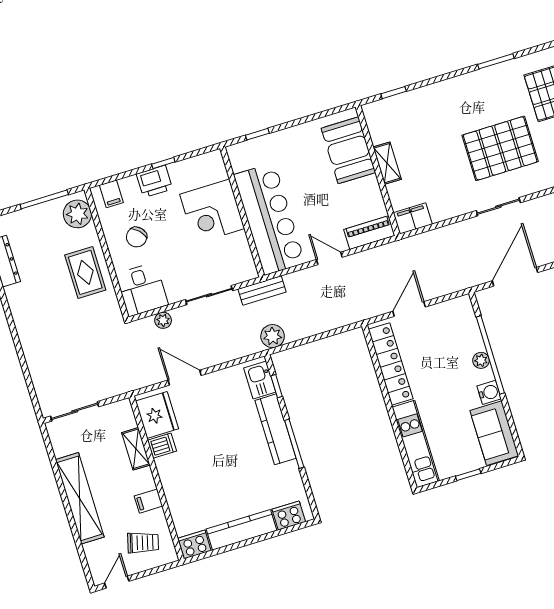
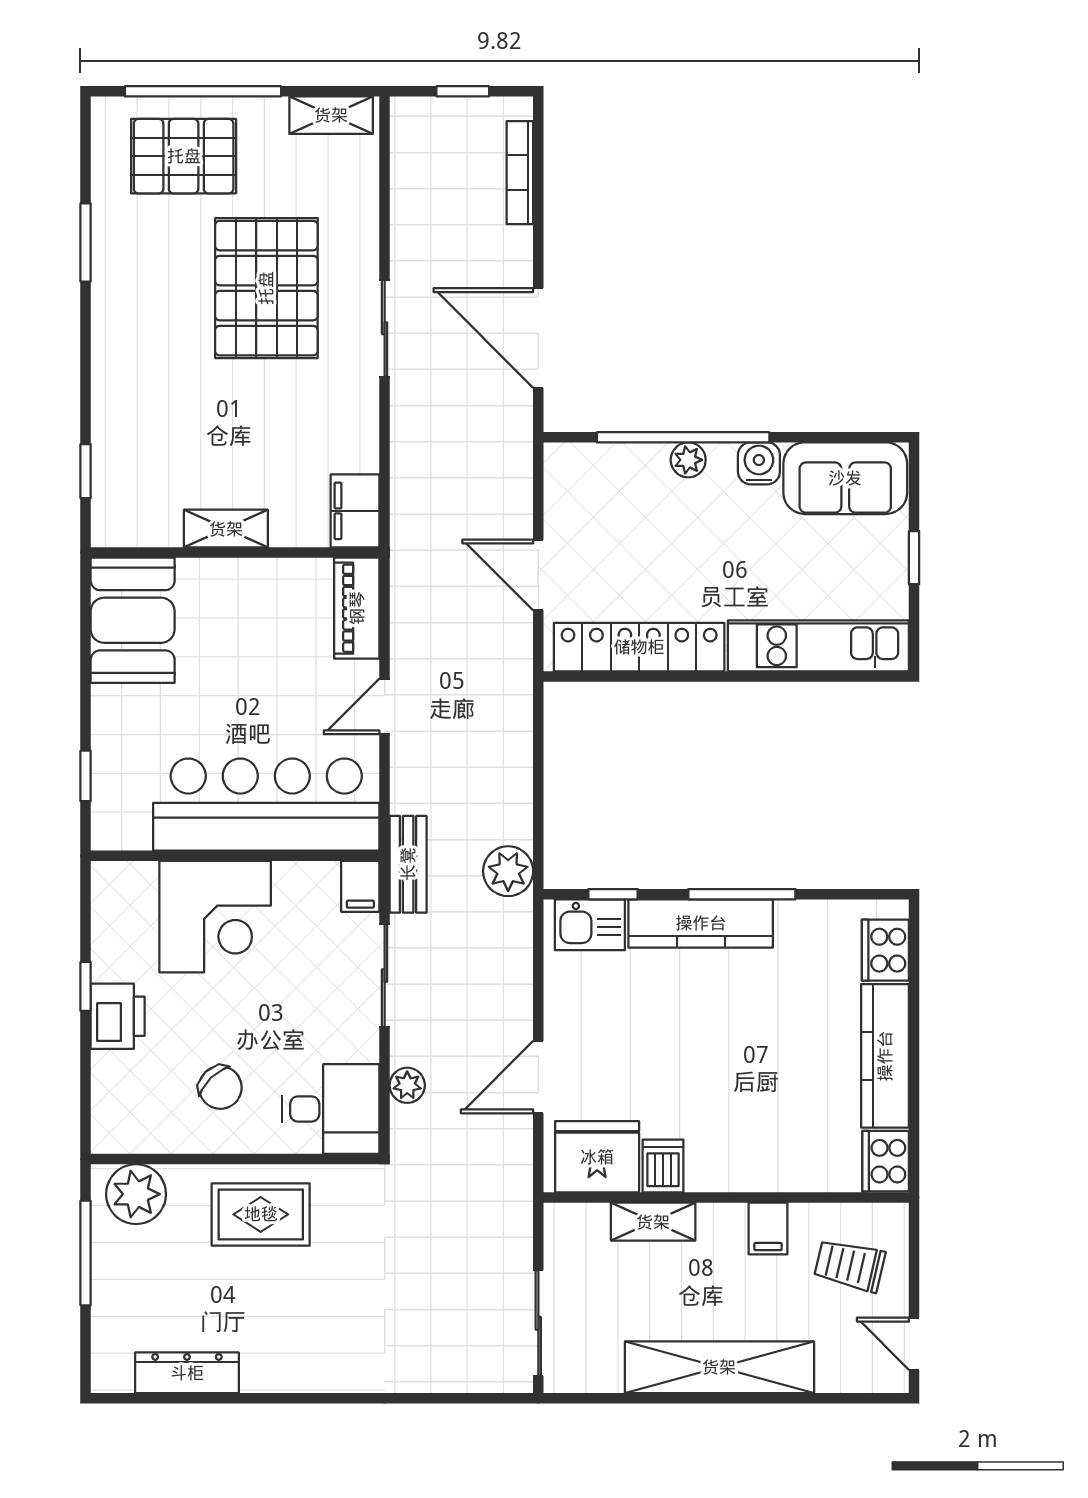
booth: (348, 150) -> (133, 620), moved, turned 90
filing cabinet: (111, 194) -> (360, 886), moved, turned 90
trolley: (143, 543) -> (850, 1265), turned -92

